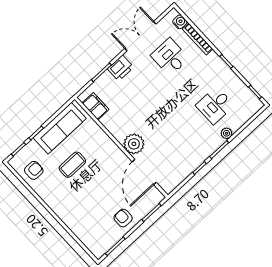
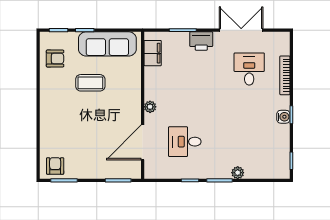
water cooler: (180, 22) -> (283, 117), moved
desk: (215, 105) -> (185, 142), moved
plant: (134, 144) -> (150, 107), width x0.53, depth x0.53
armchair: (123, 218) -> (55, 166), moved

